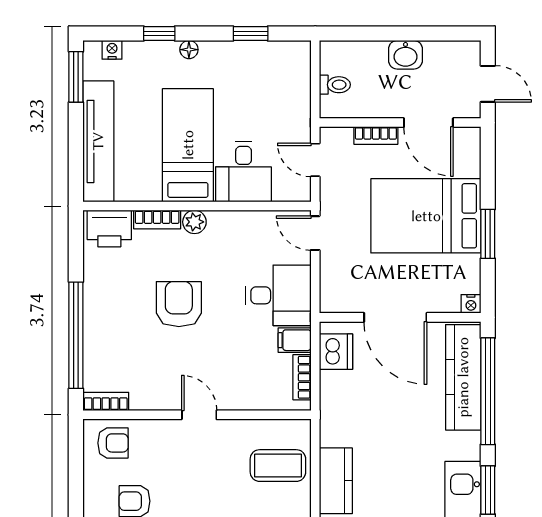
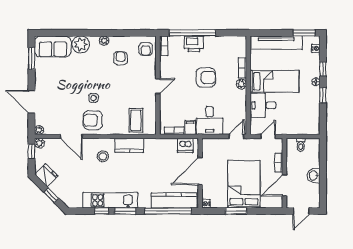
window: (251, 34) -> (323, 95), moved
printer: (109, 229) -> (194, 44), moved, turned -90

